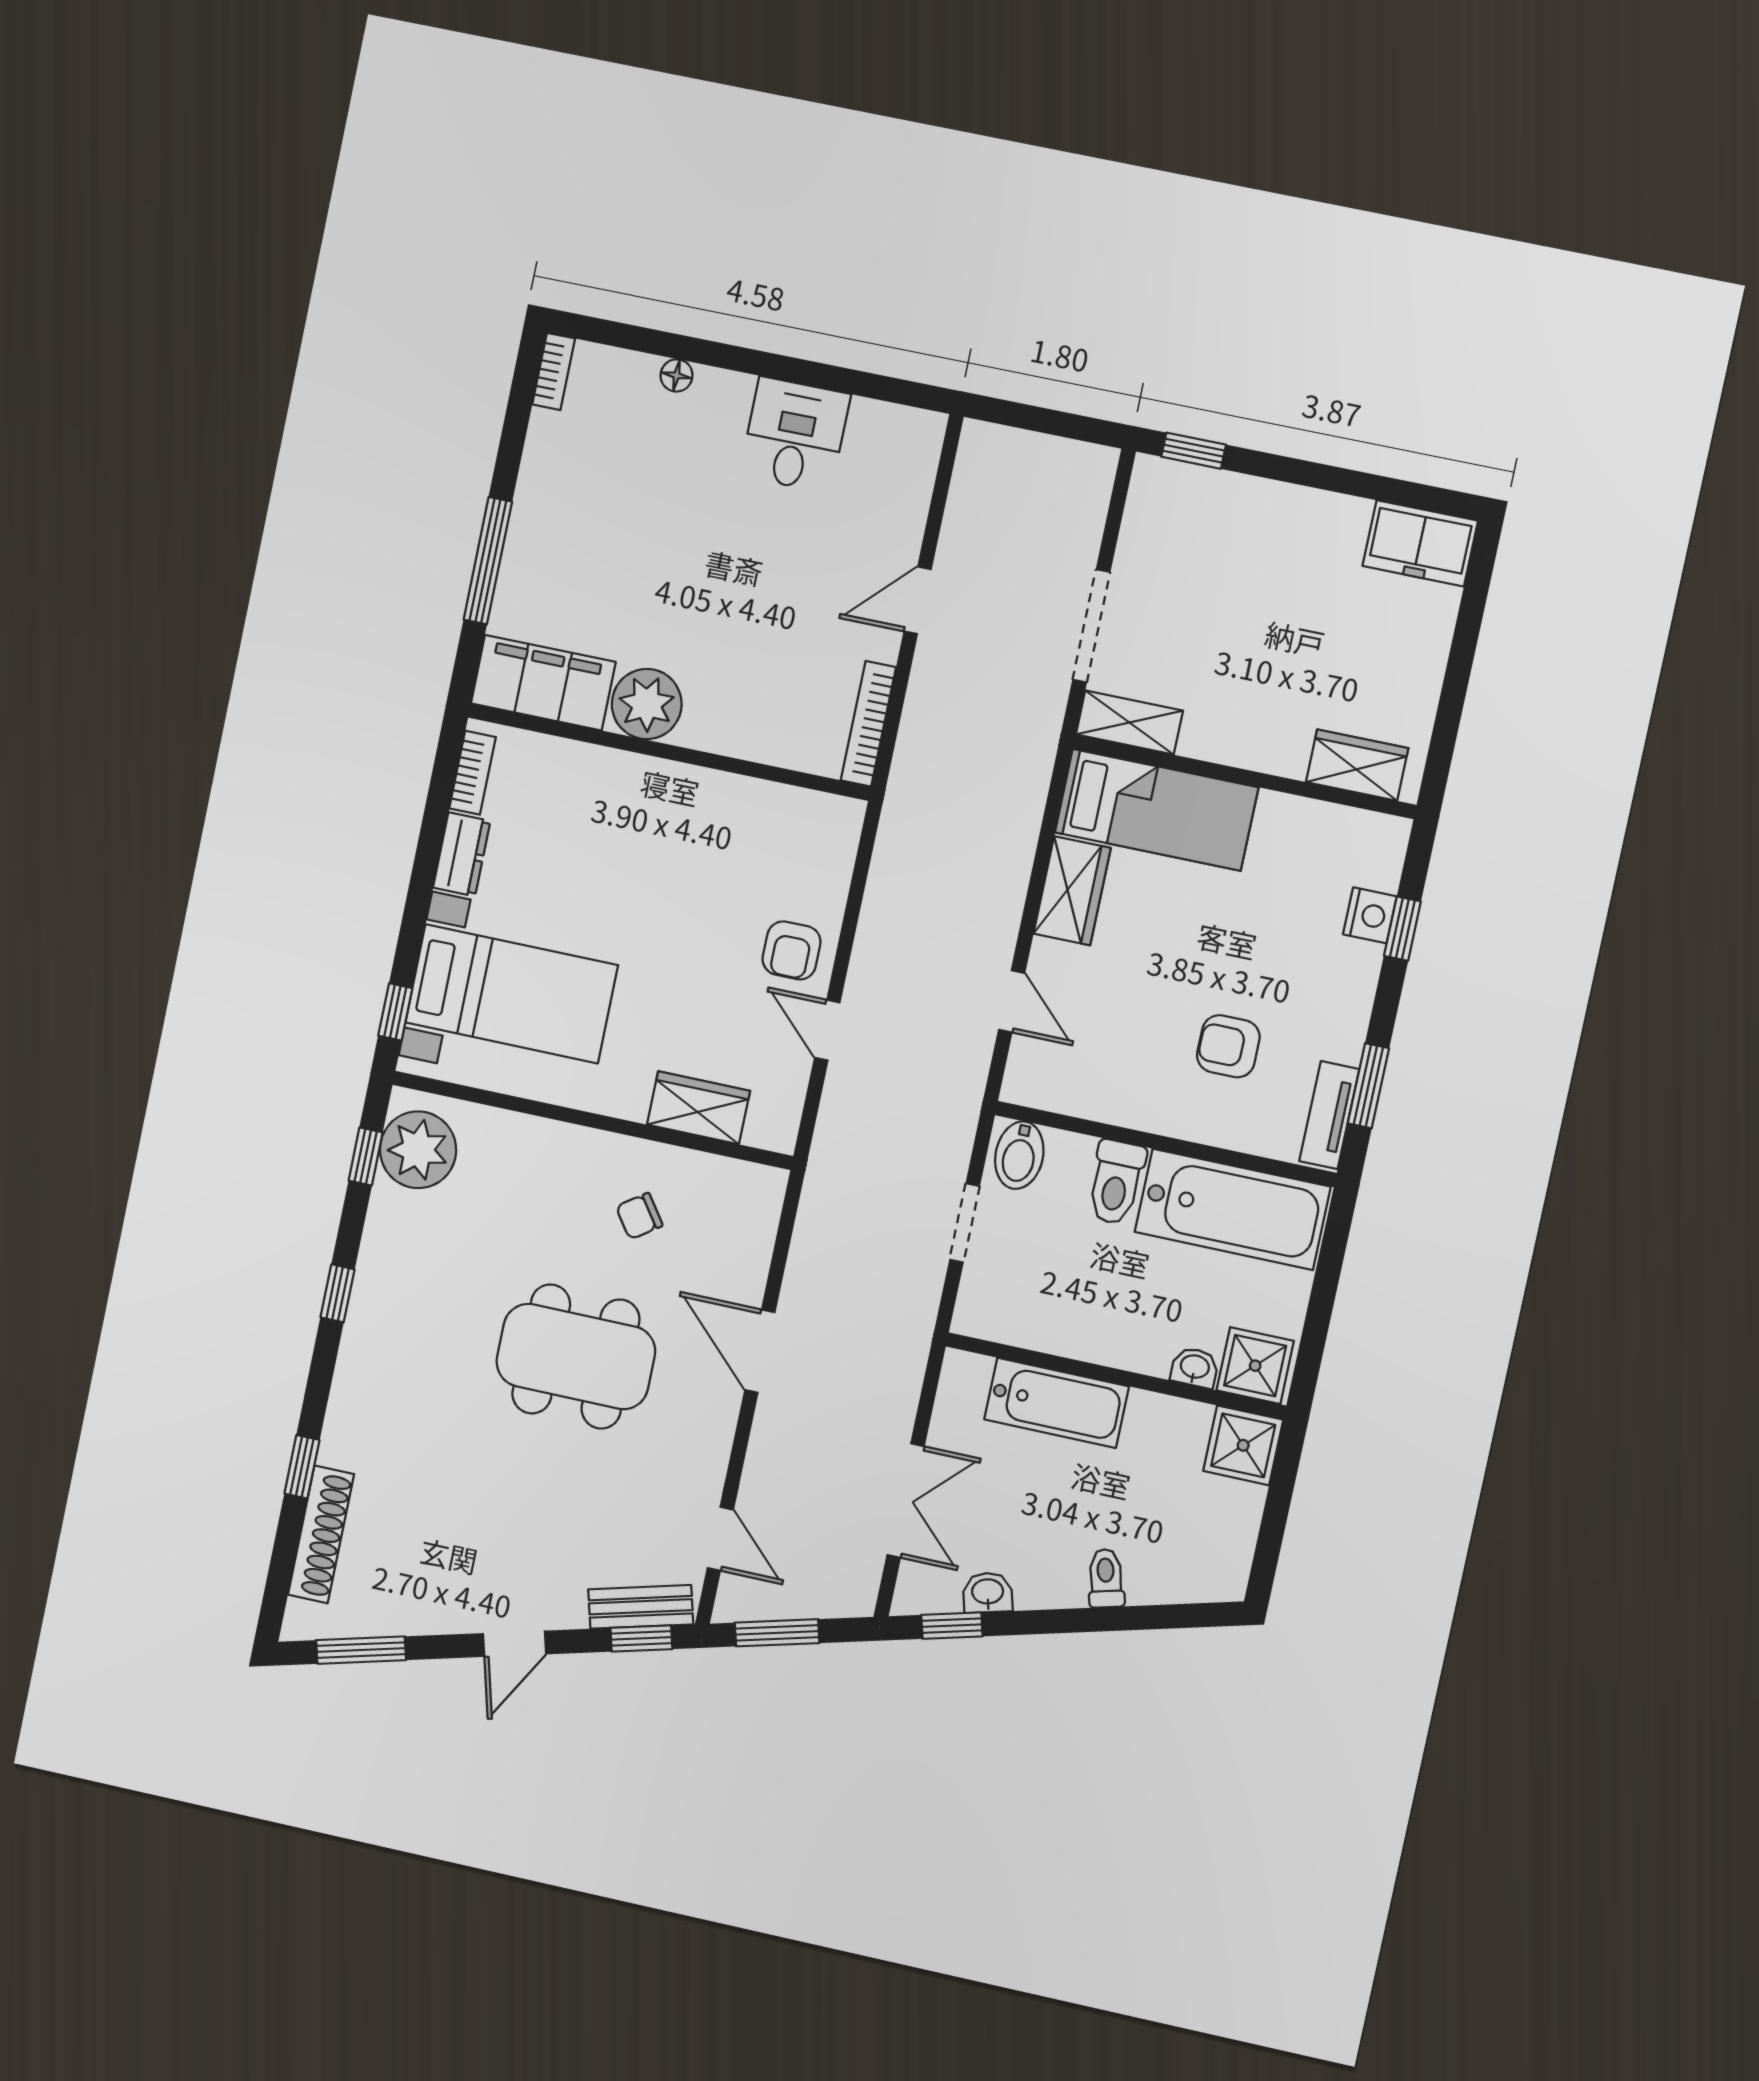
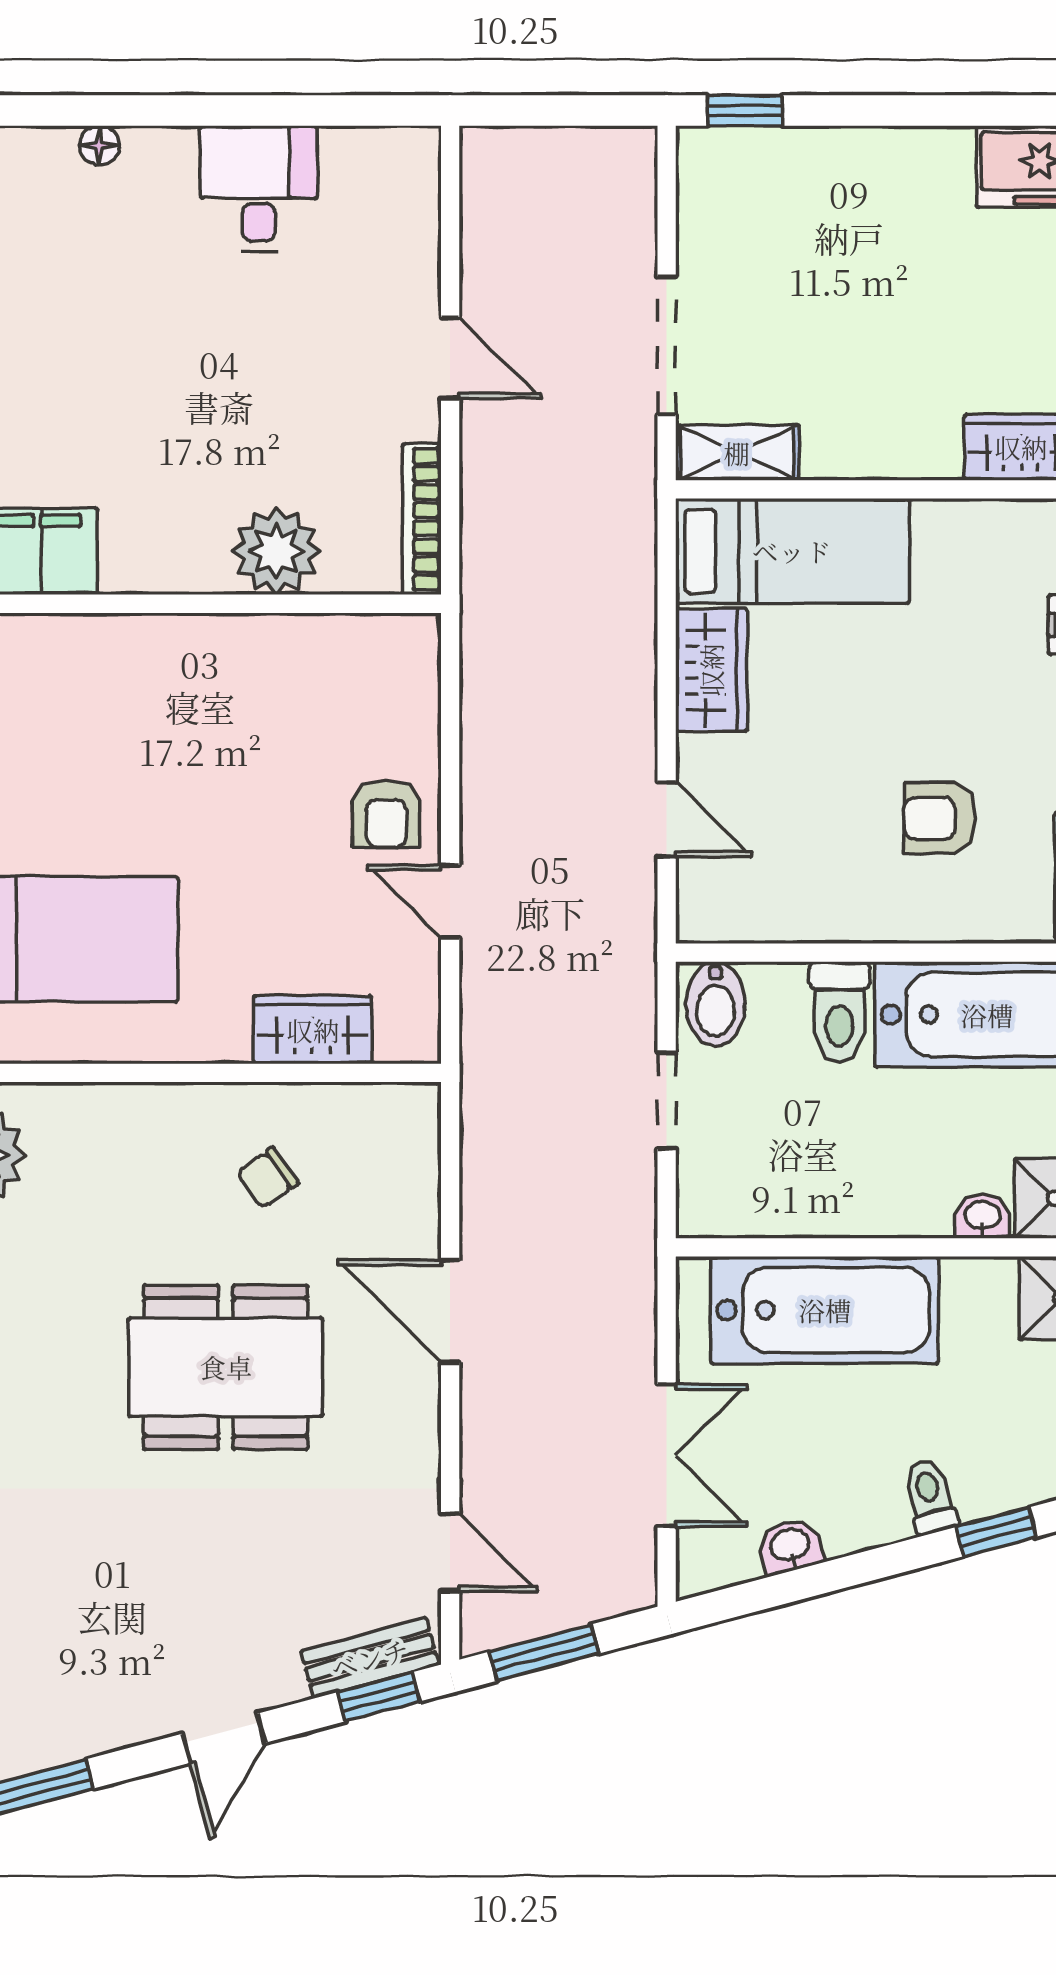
door: (918, 600) -> (450, 358), swing flipped
plant: (647, 704) -> (276, 551), moved
bathtub: (1056, 1403) -> (825, 1310), width x1.36, depth x1.36
window: (952, 1626) -> (996, 1532), moved

